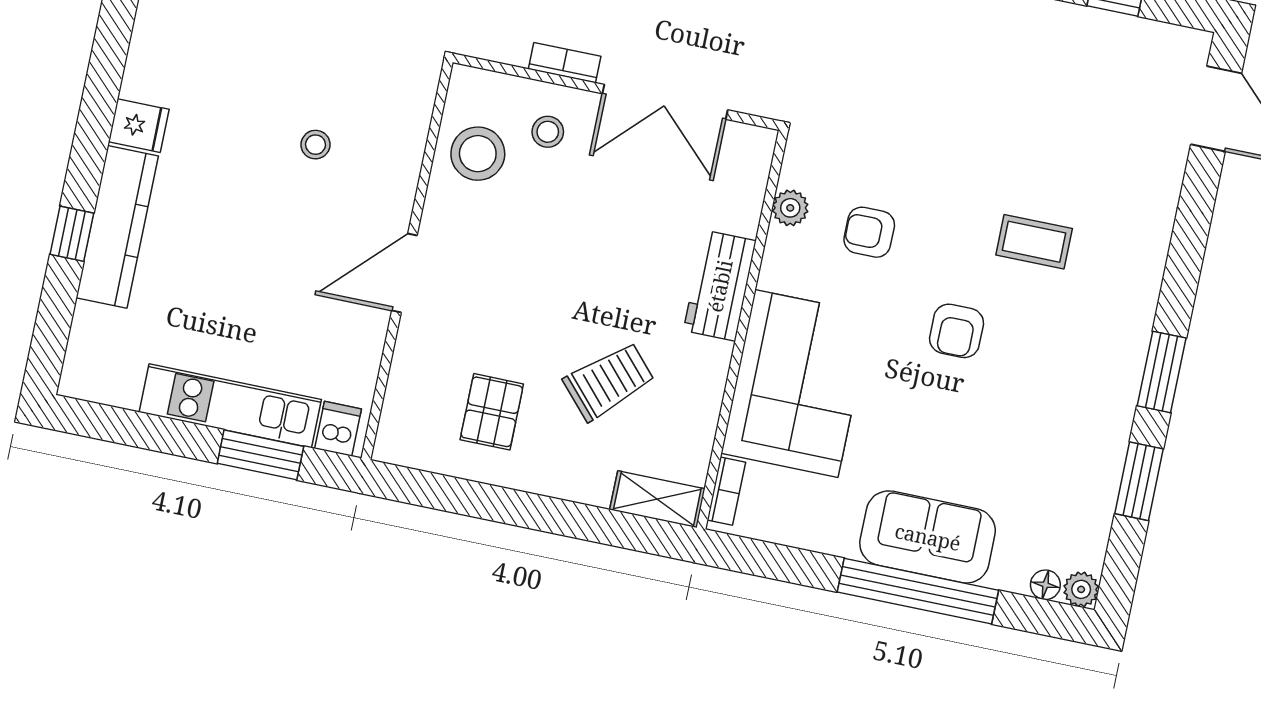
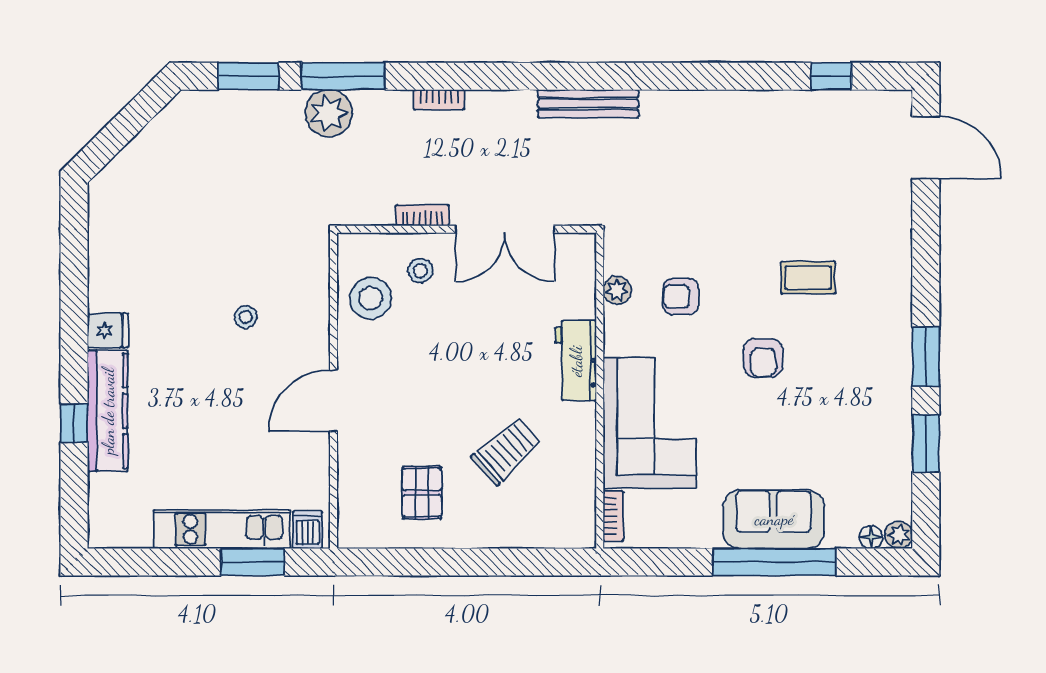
shelving: (657, 499) -> (562, 533), removed

